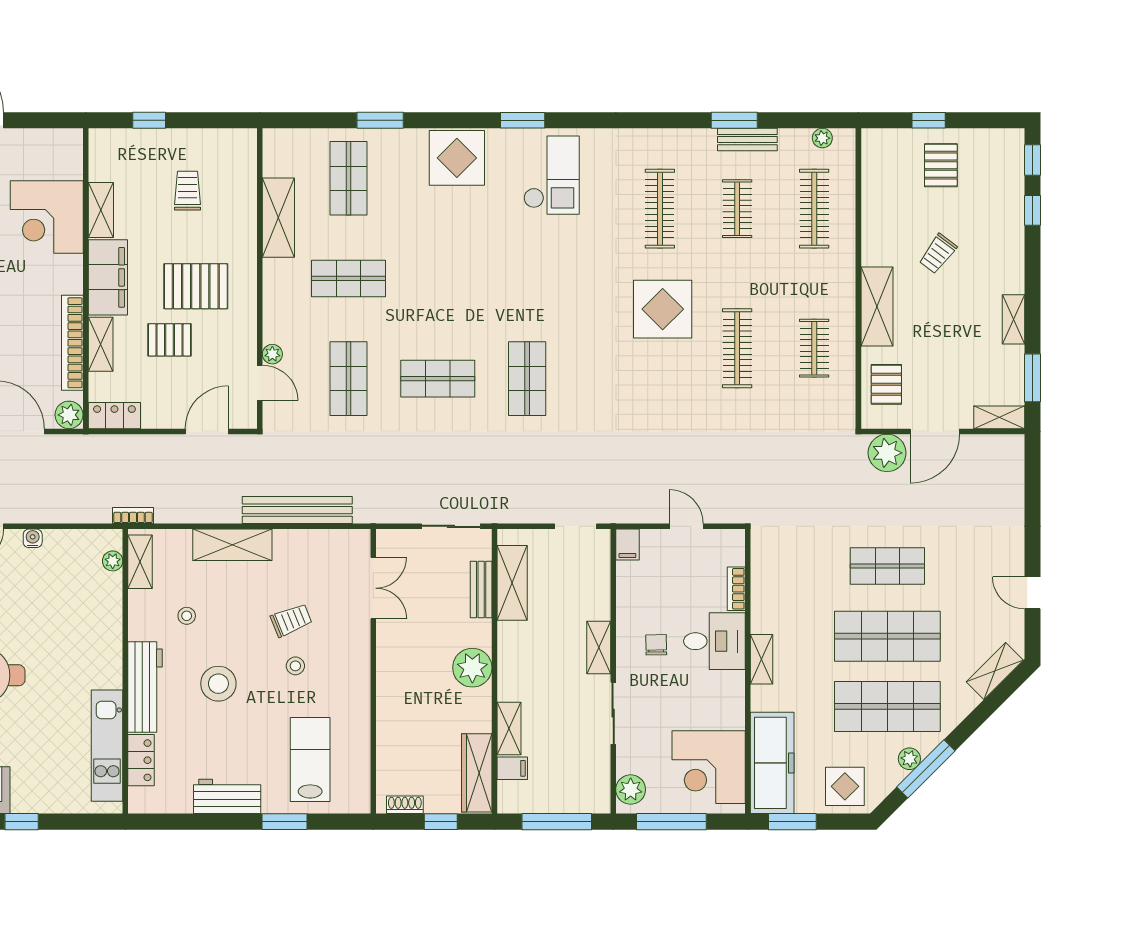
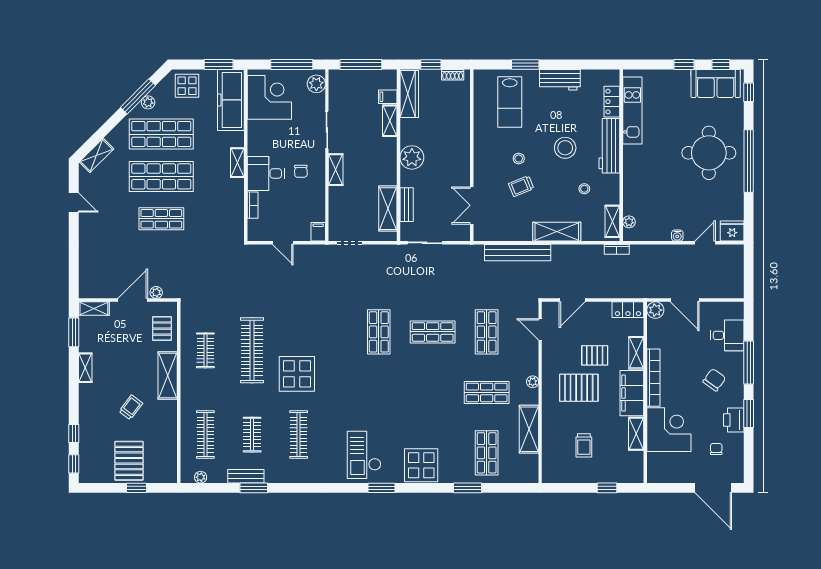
pallet: (941, 165) -> (129, 461), width x1.50, depth x1.42
bookcase: (72, 343) -> (653, 378), moved
clothes rail: (737, 348) -> (252, 350), width x1.37, depth x1.31
plant: (272, 354) -> (533, 382), moved
plant: (887, 453) -> (156, 292), width x0.53, depth x0.53

